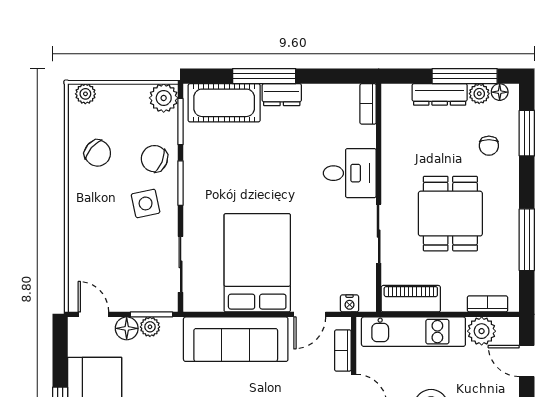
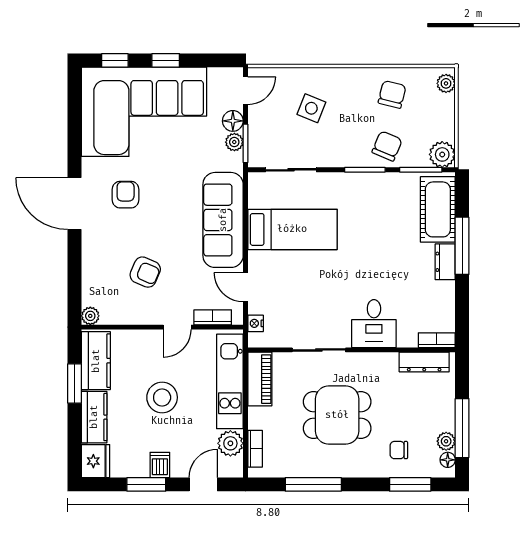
dresser: (440, 94) -> (424, 362), moved, turned -90
chair: (98, 153) -> (392, 94), turned 153
side table: (146, 203) -> (311, 108), moved, turned 34
bed: (257, 263) -> (292, 229), width x0.67

